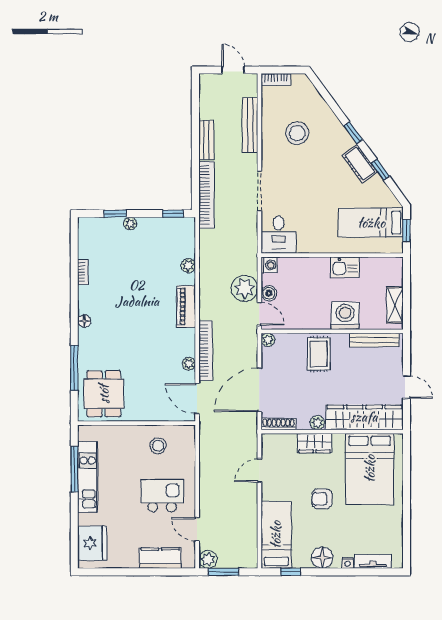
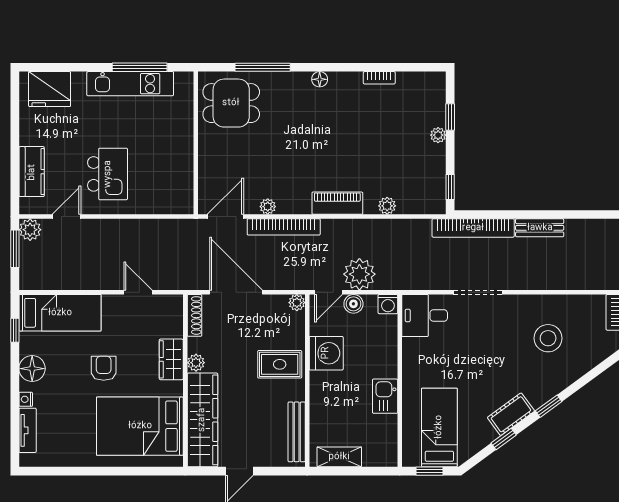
bench: (250, 125) -> (558, 281), removed
washing machine: (345, 316) -> (326, 353), moved
stool: (158, 446) -> (168, 169), removed

